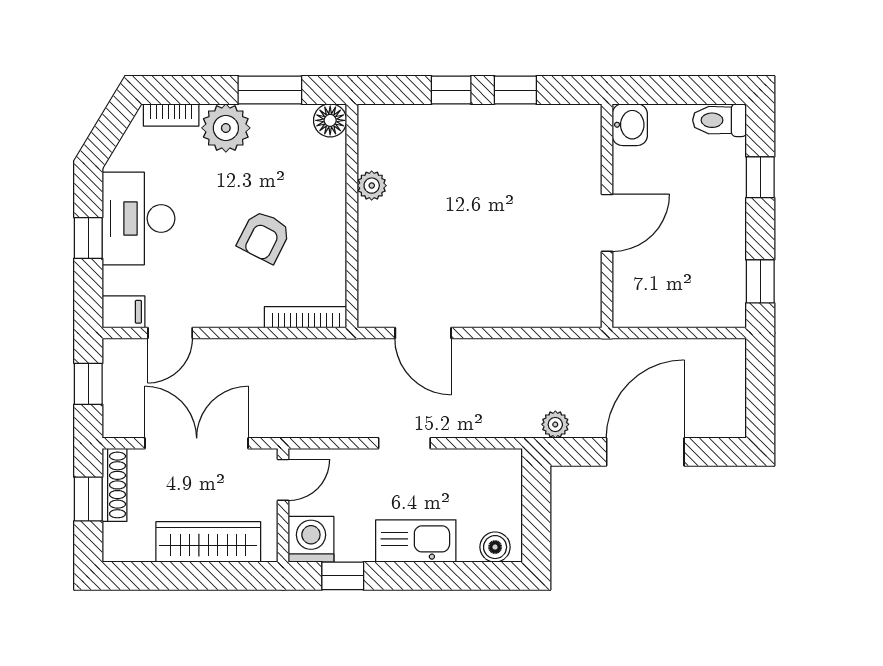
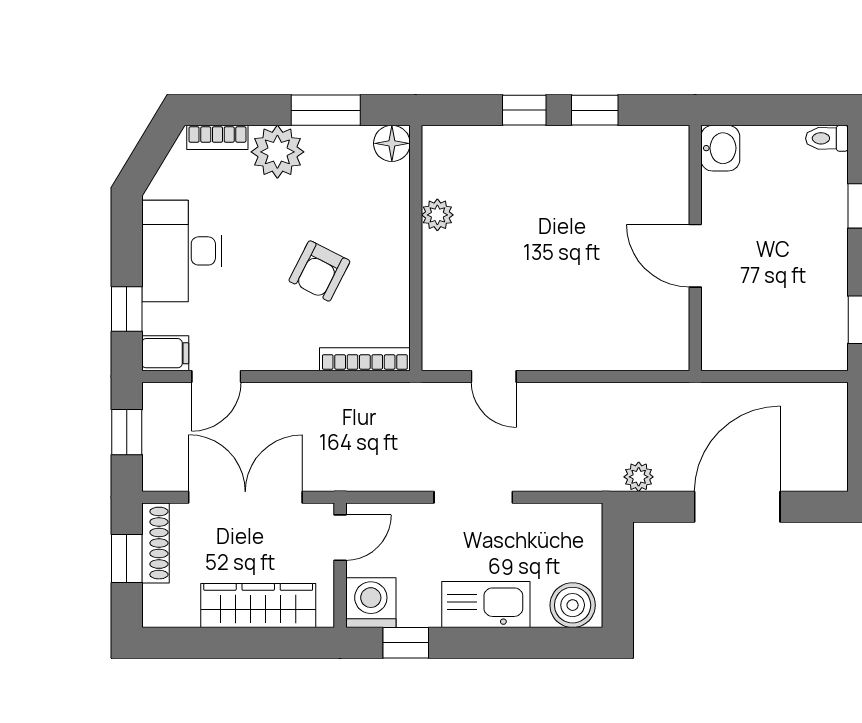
toilet: (720, 120) -> (827, 138), width x0.73, depth x0.72
door: (607, 223) -> (695, 256), swing flipped
window: (88, 238) -> (127, 309), moved
door: (423, 333) -> (494, 376), width x0.73
doorway: (404, 443) -> (473, 497), width x1.38
boiler: (495, 547) -> (573, 605), width x1.36, depth x1.36

